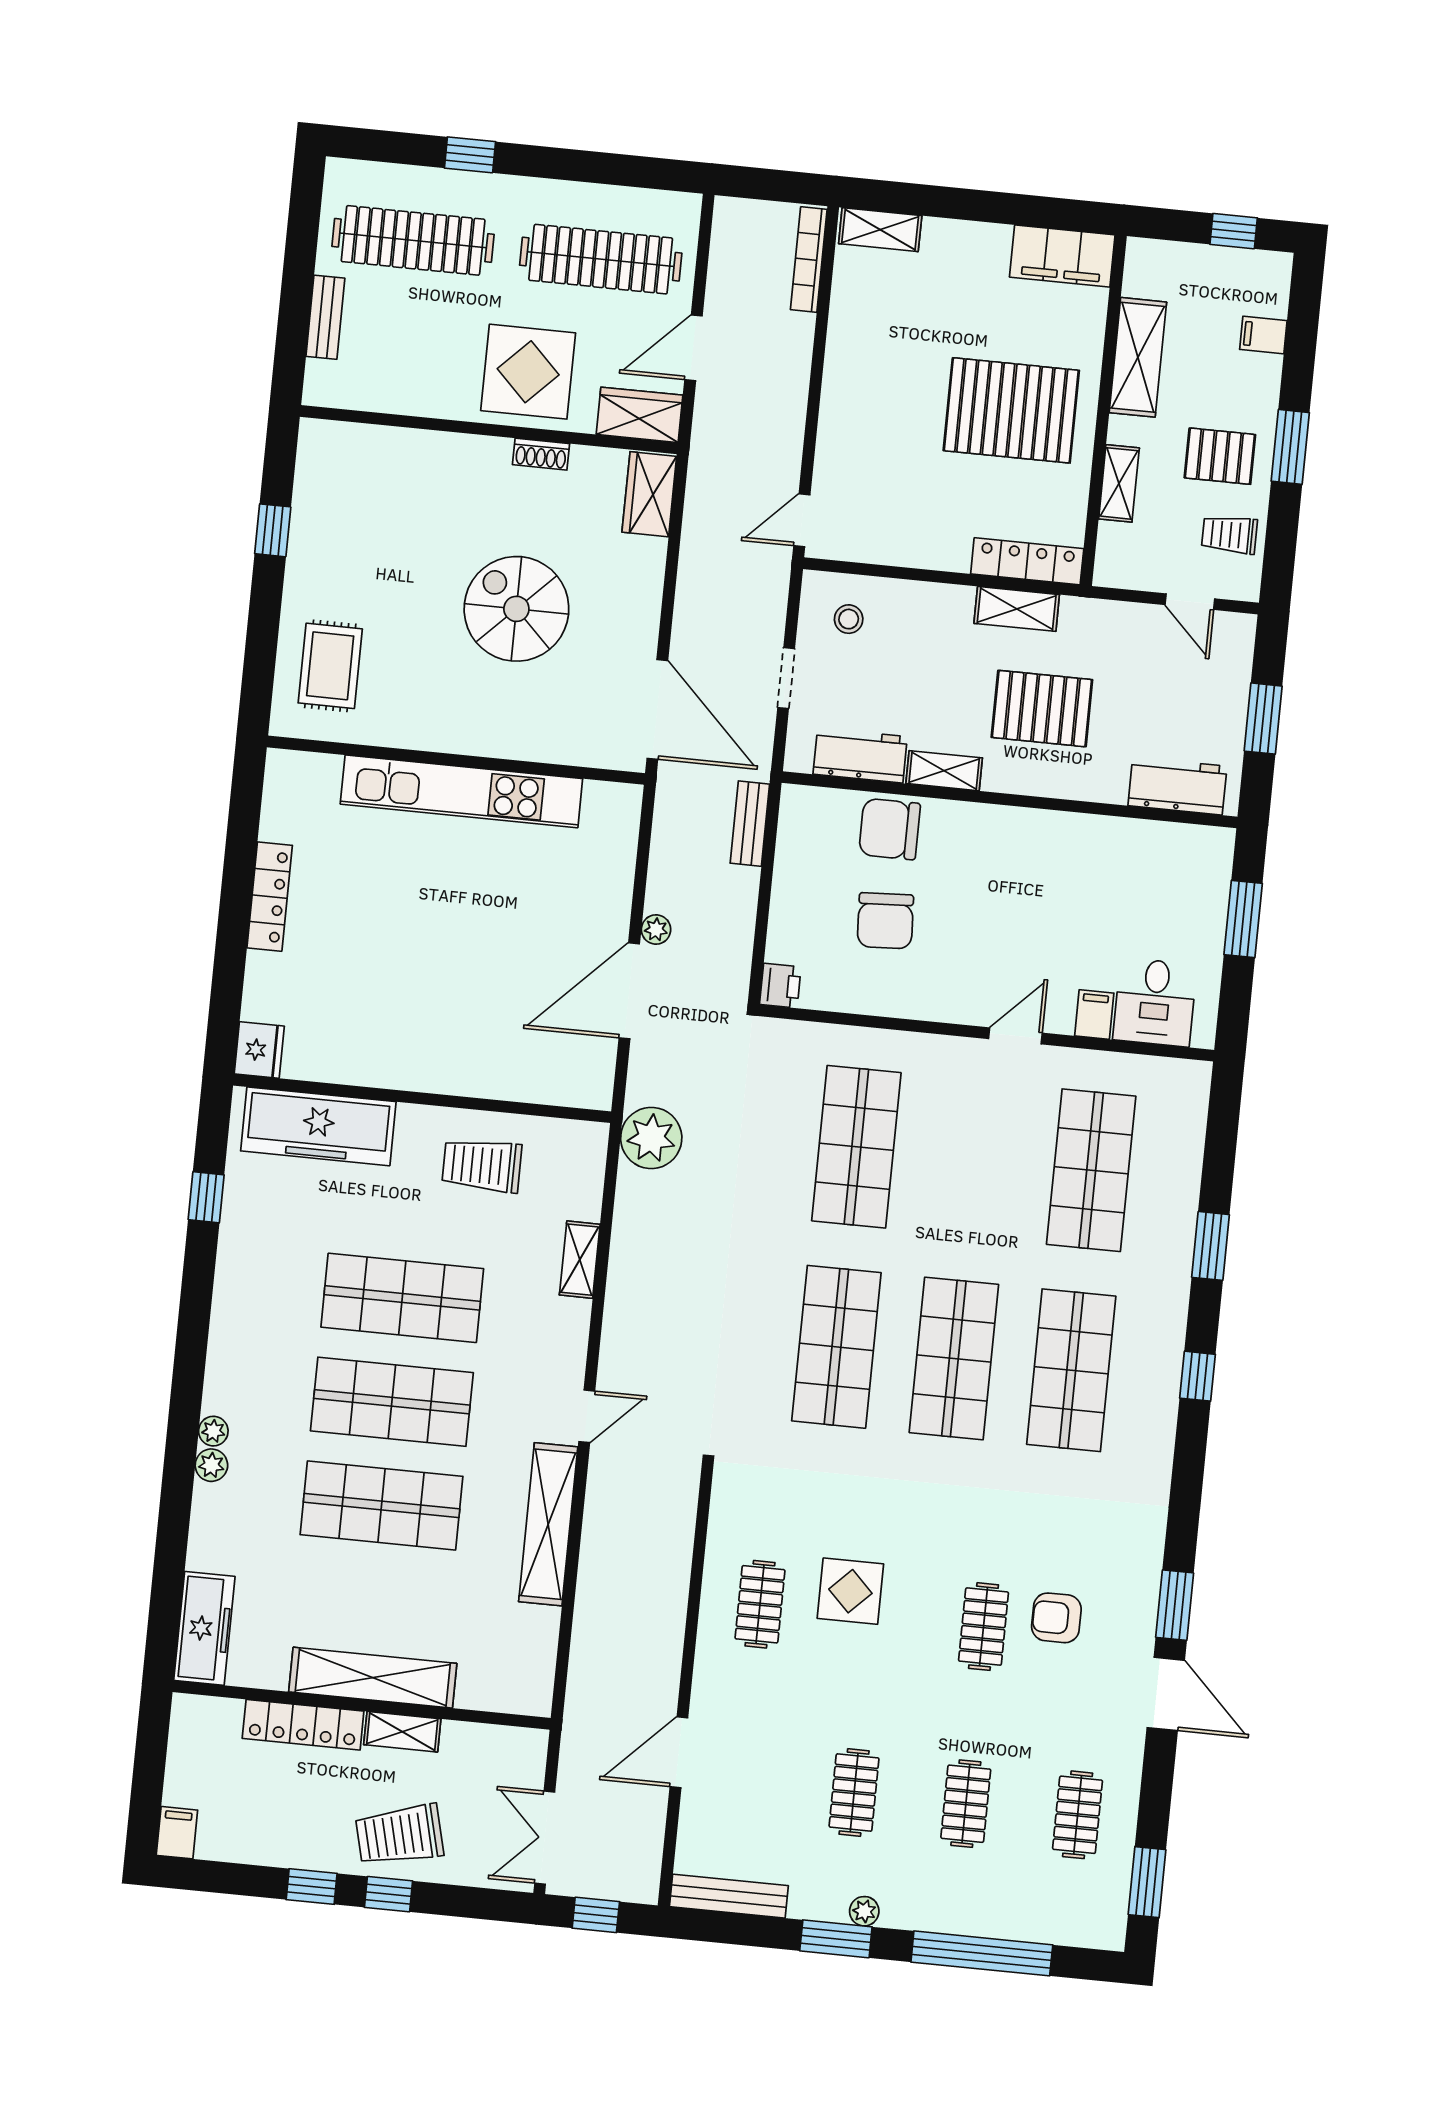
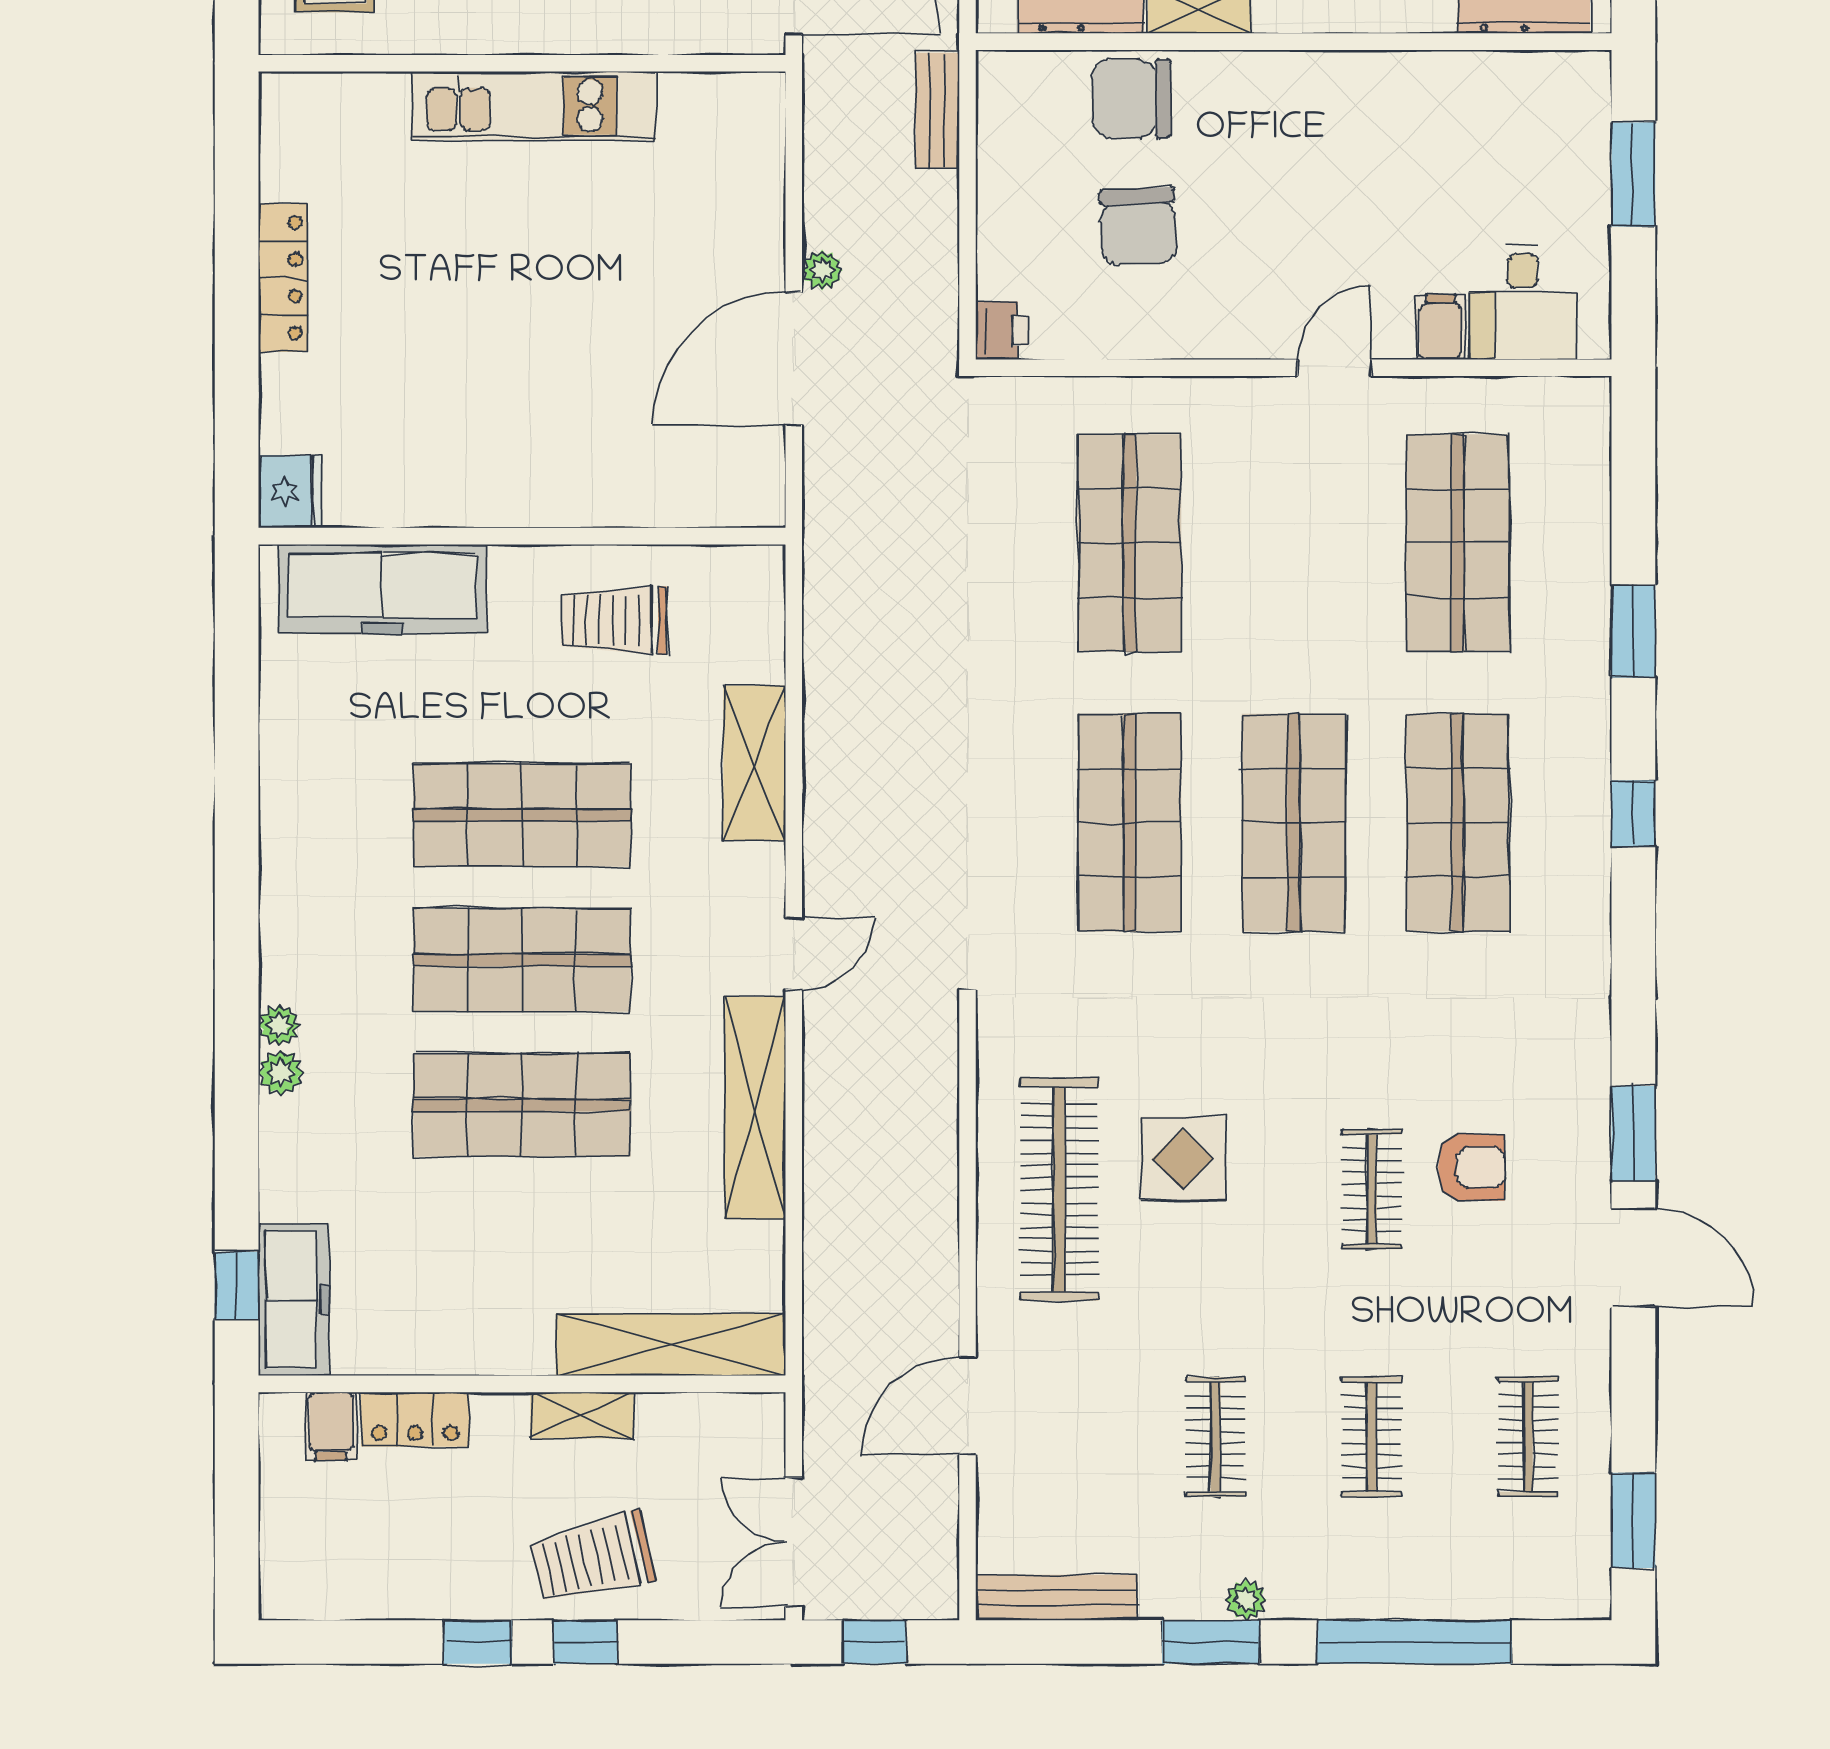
kitchen unit: (461, 791) -> (534, 106), width x0.73
plant: (651, 1138) -> (844, 559), removed
window: (206, 1197) -> (237, 1285), moved
shelving: (580, 1260) -> (754, 763), width x1.50, depth x1.33
clothes rail: (760, 1604) -> (1059, 1189), width x1.86, depth x1.31
armchair: (1056, 1618) -> (1471, 1167), turned 180
shelving: (373, 1678) -> (670, 1345), moved
locker: (303, 1725) -> (415, 1419), width x0.66
filing cabinet: (177, 1833) -> (331, 1426), moved, turned 180

